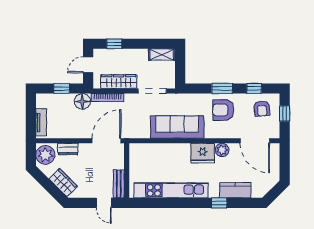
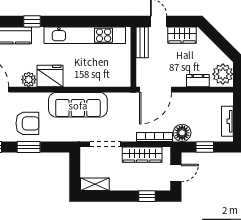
tv unit: (41, 122) -> (227, 121), moved
wardrobe: (63, 183) -> (182, 35), moved, turned -45

